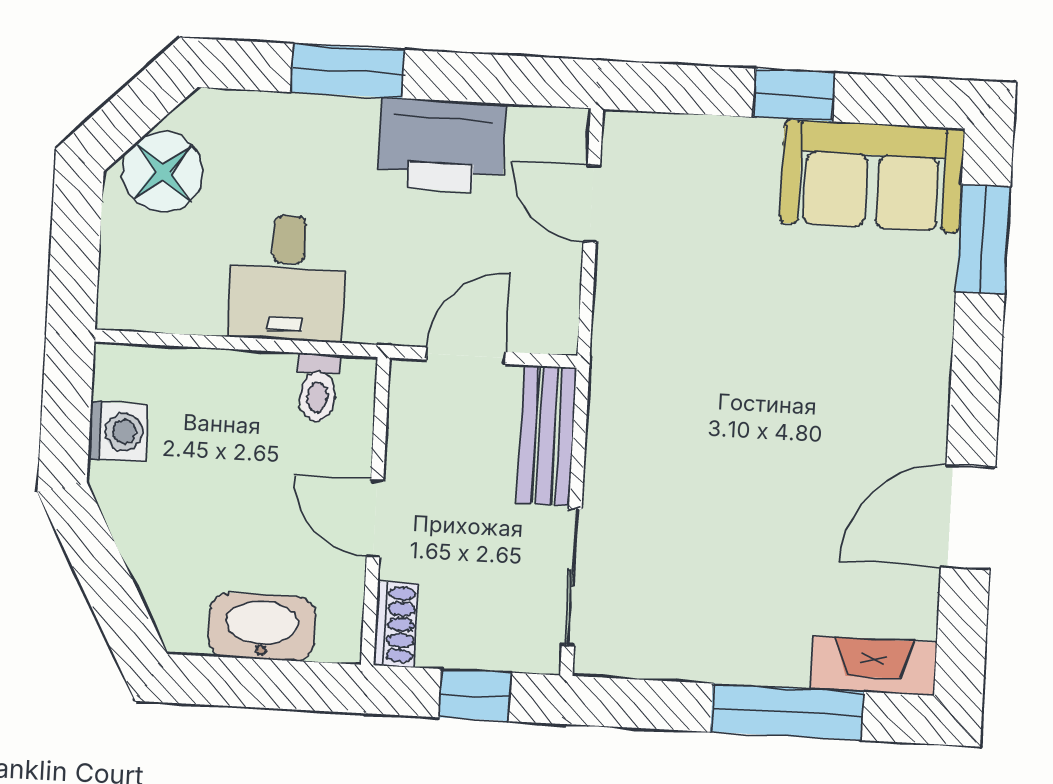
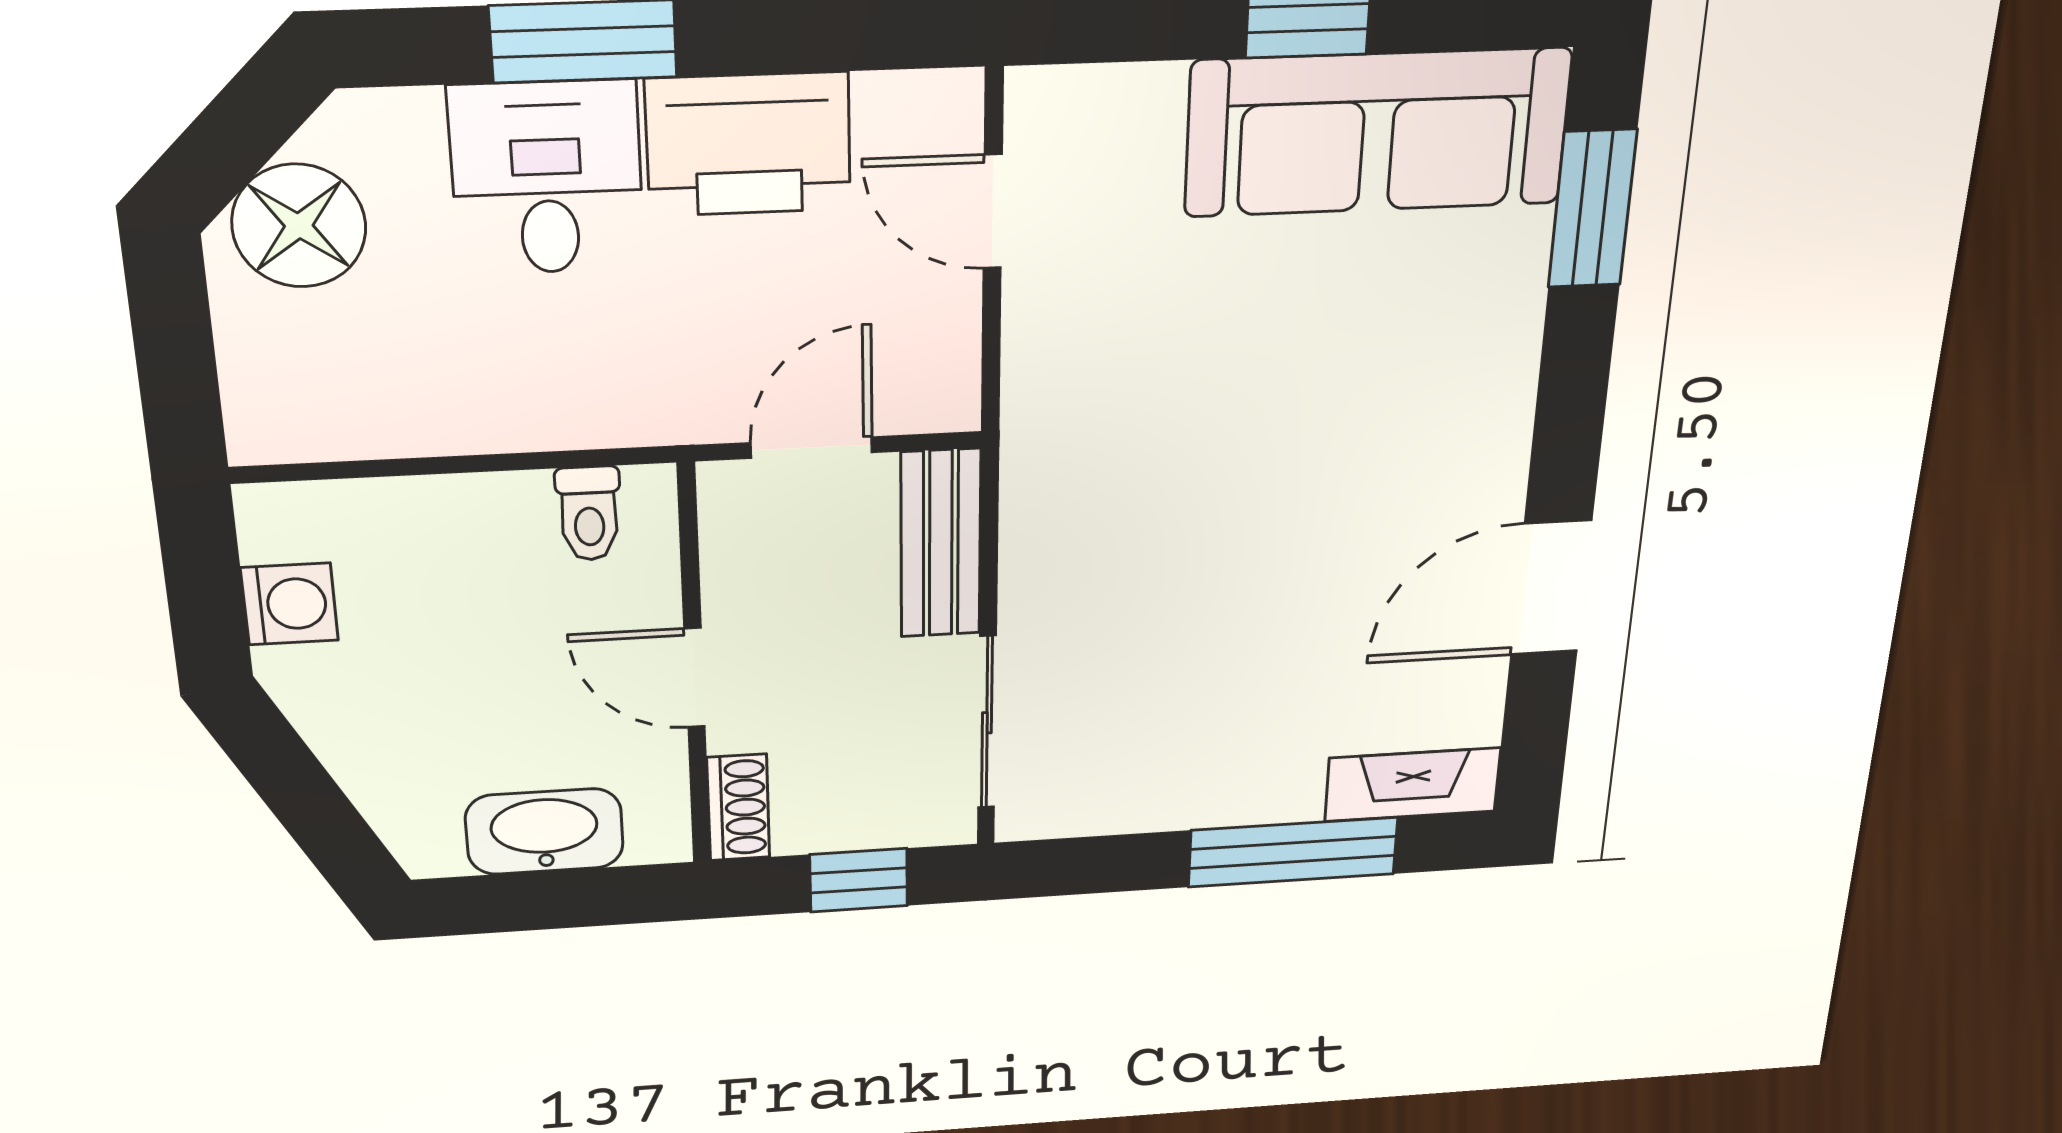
sofa: (872, 176) -> (1378, 132), width x1.36
desk: (287, 278) -> (547, 178), moved, turned 180

